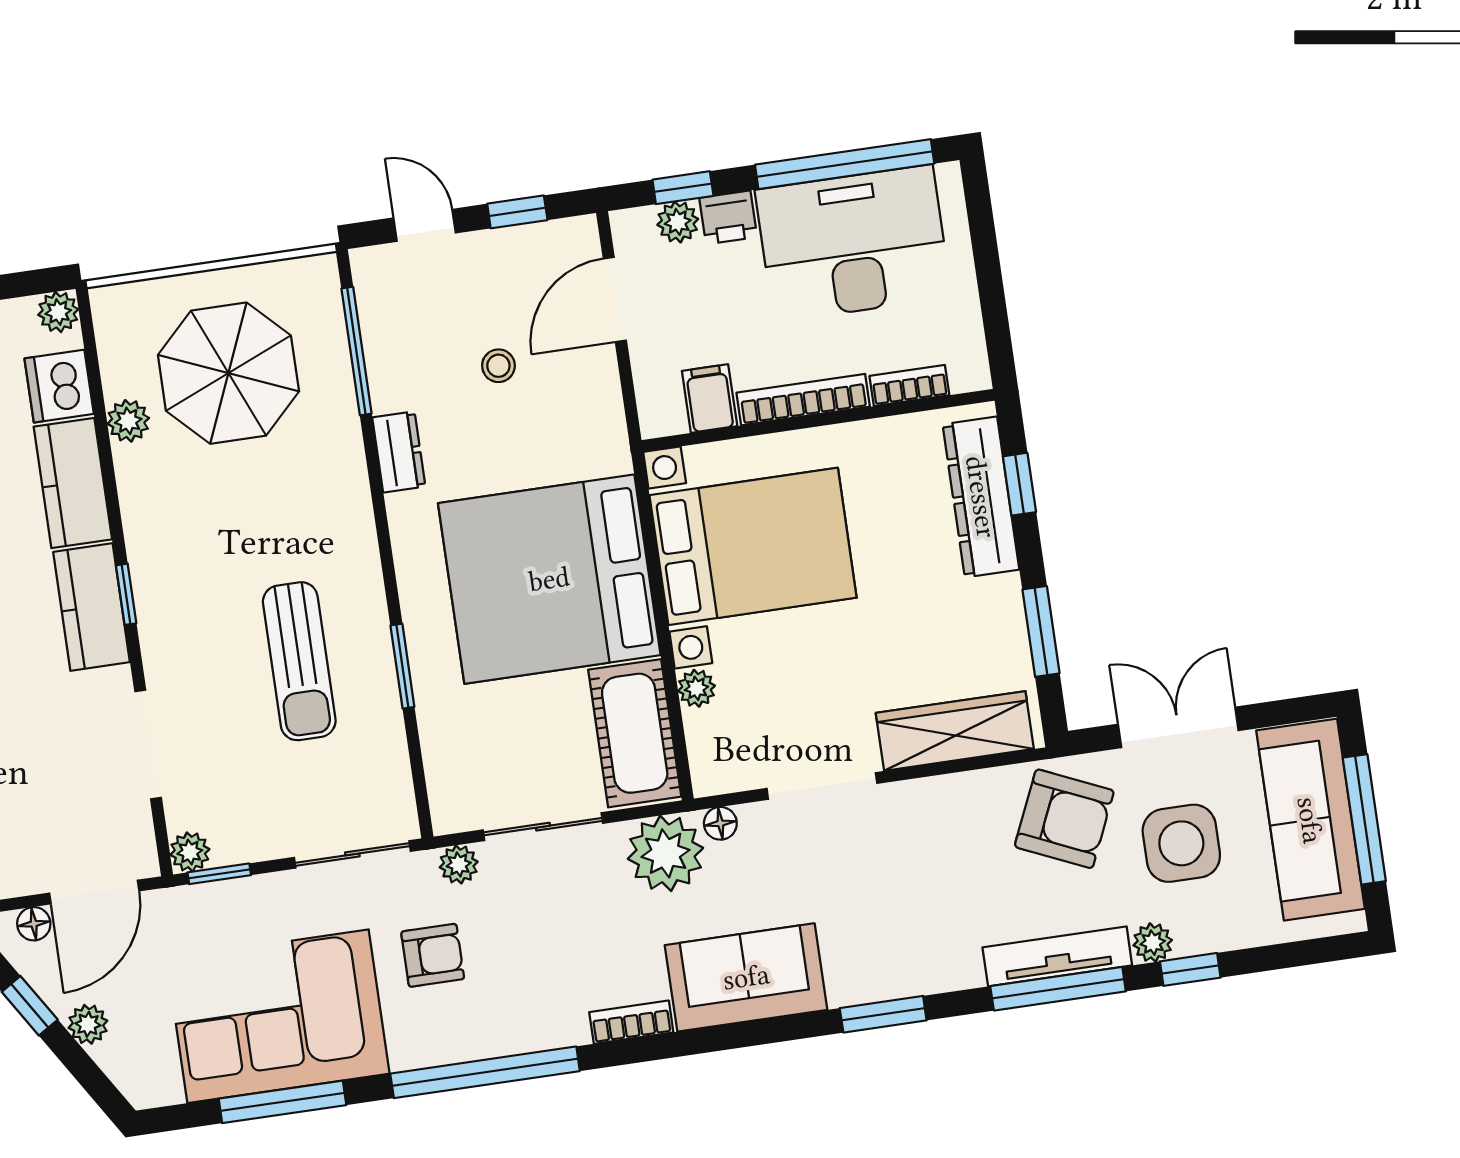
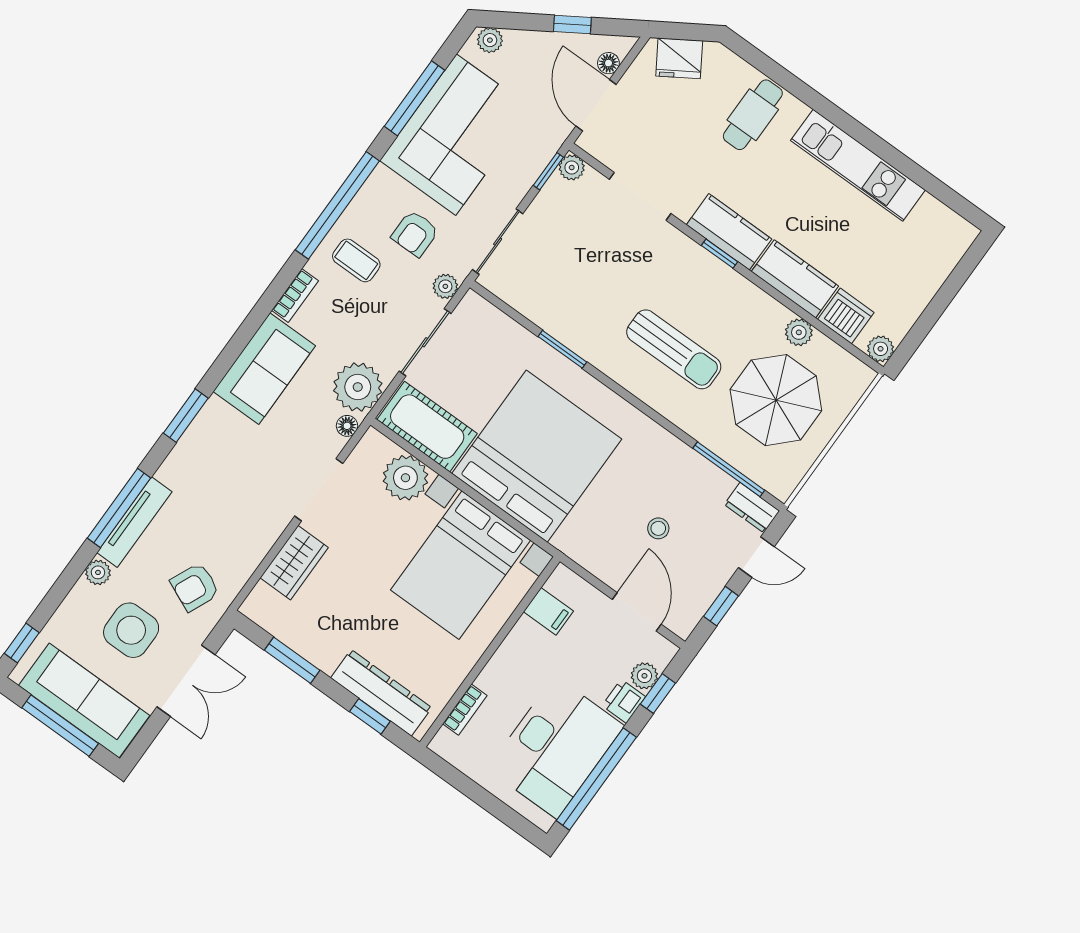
bookcase: (803, 400) -> (506, 654), removed
dresser: (399, 452) -> (752, 508), moved
sun lounger: (299, 661) -> (674, 349), moved, turned 180
plant: (696, 688) -> (405, 478), width x1.88, depth x1.88
wardrobe: (955, 731) -> (294, 563), width x0.67
armchair: (1064, 819) -> (195, 587), width x0.72, depth x0.72
window: (1190, 969) -> (22, 643), moved
coffee table: (526, 992) -> (356, 260), added
plant: (88, 1024) -> (490, 40), moved

